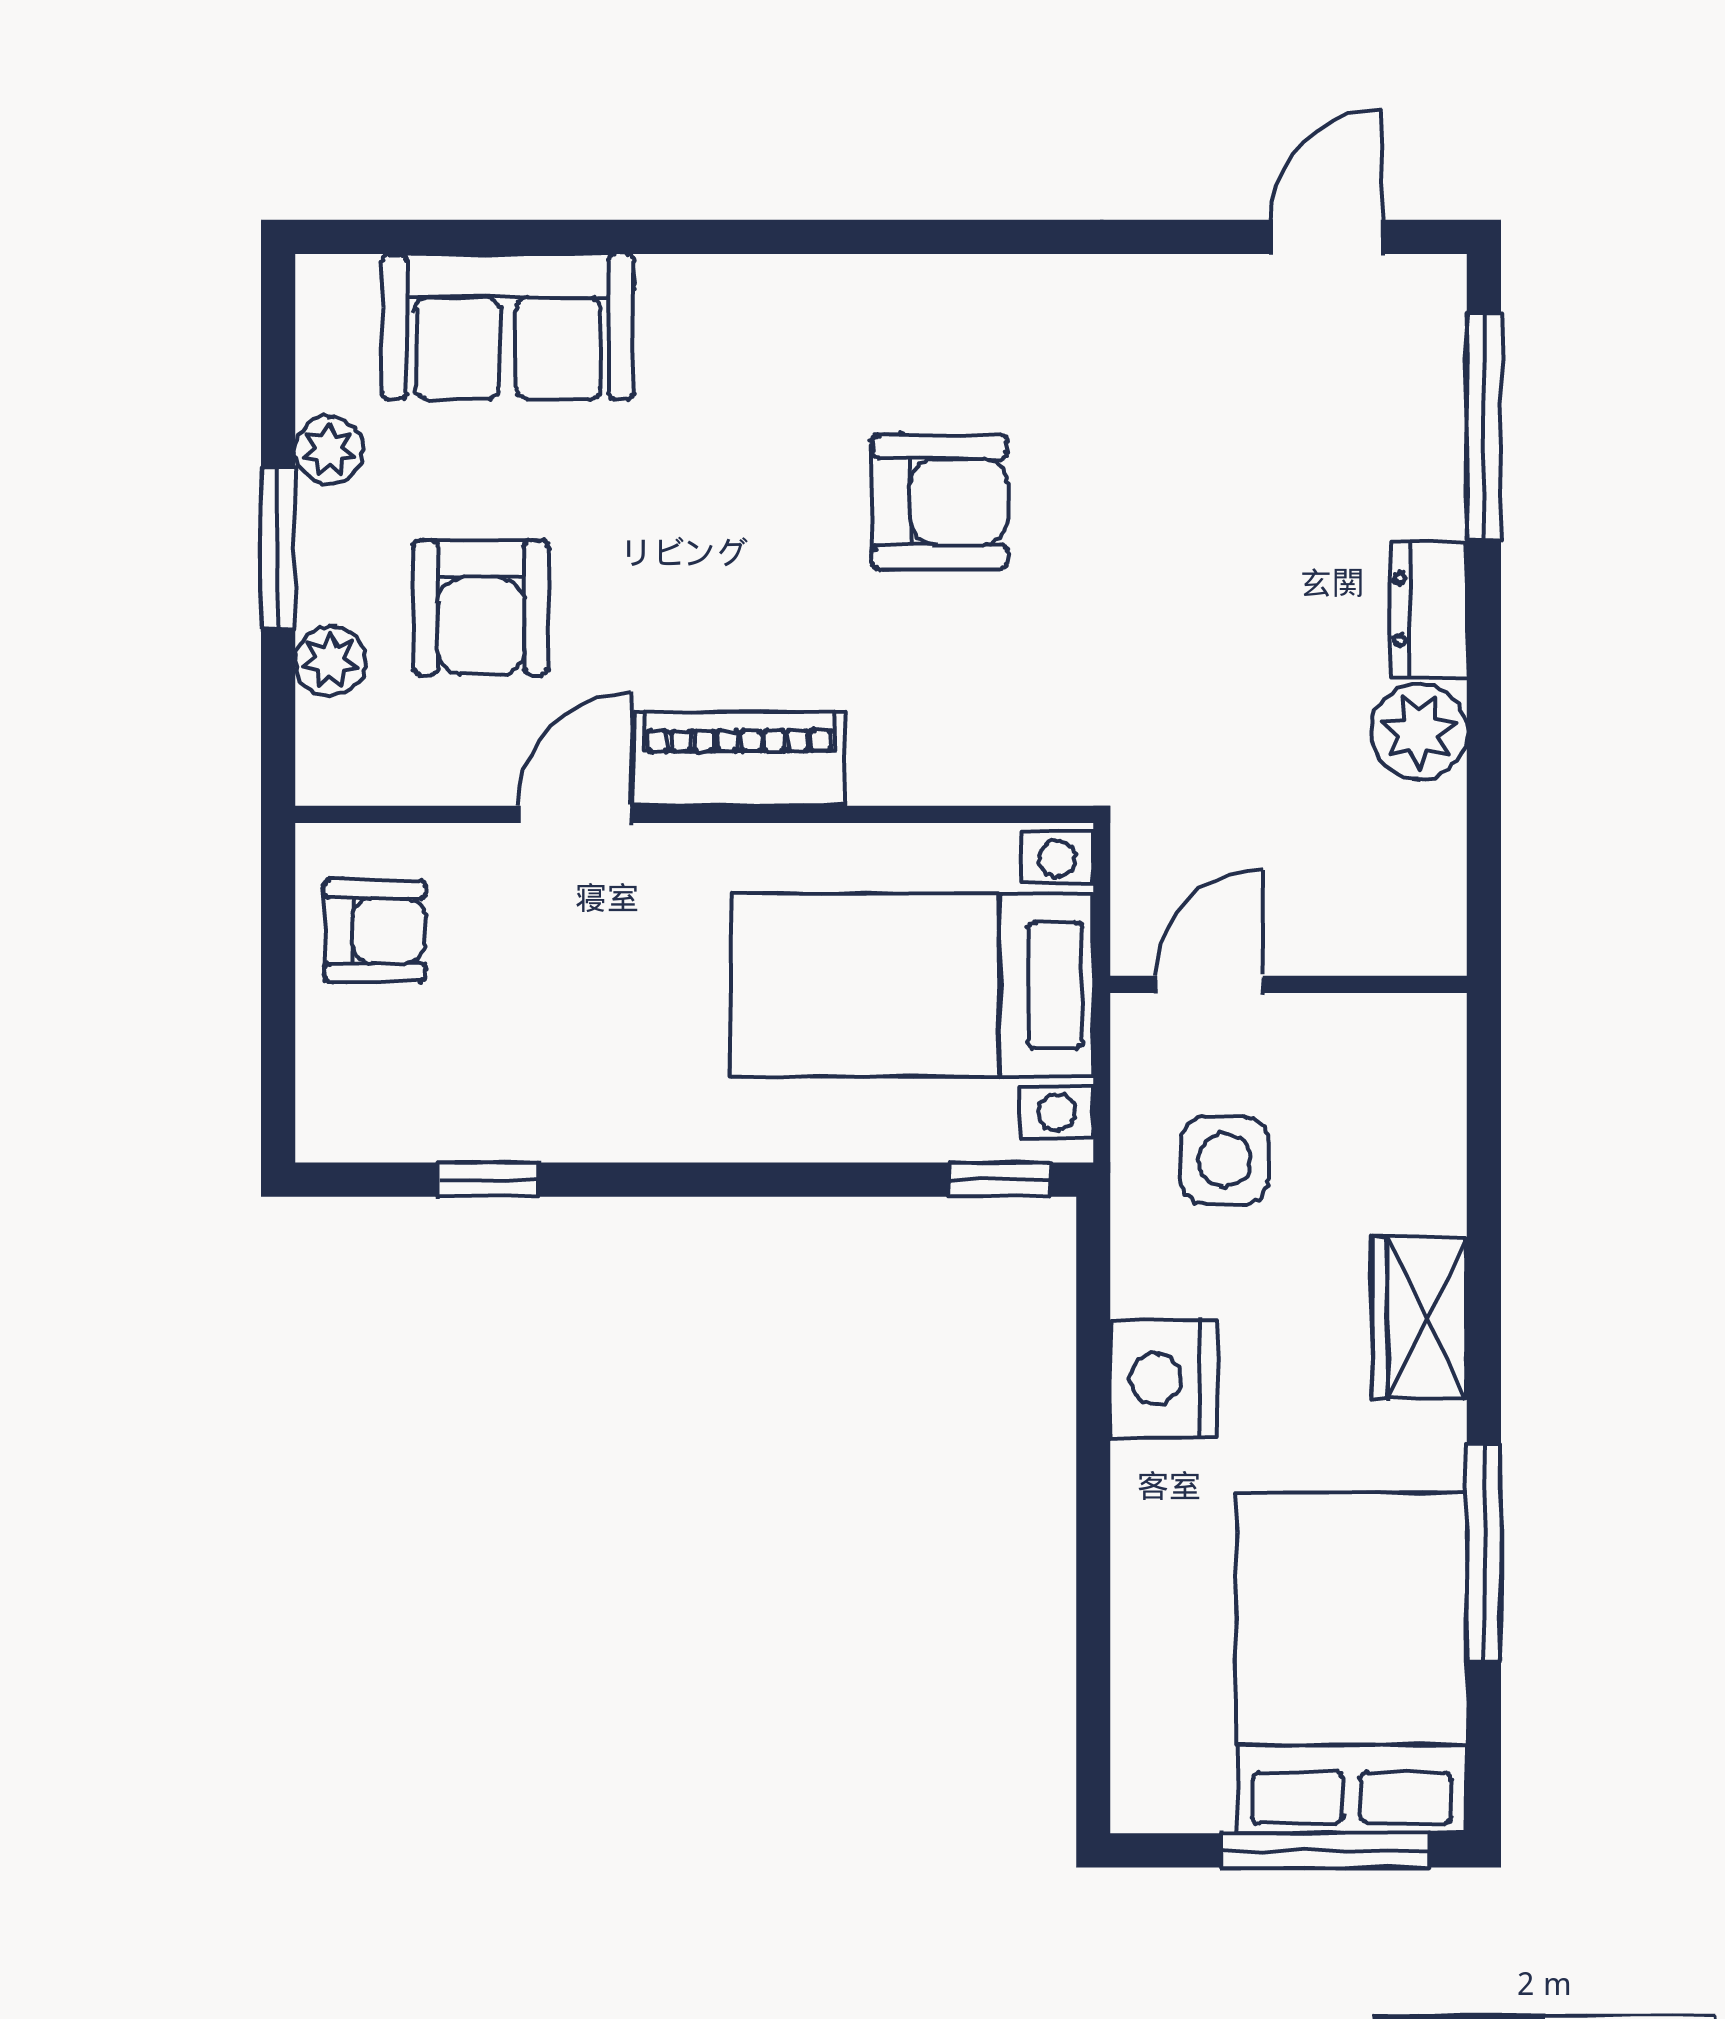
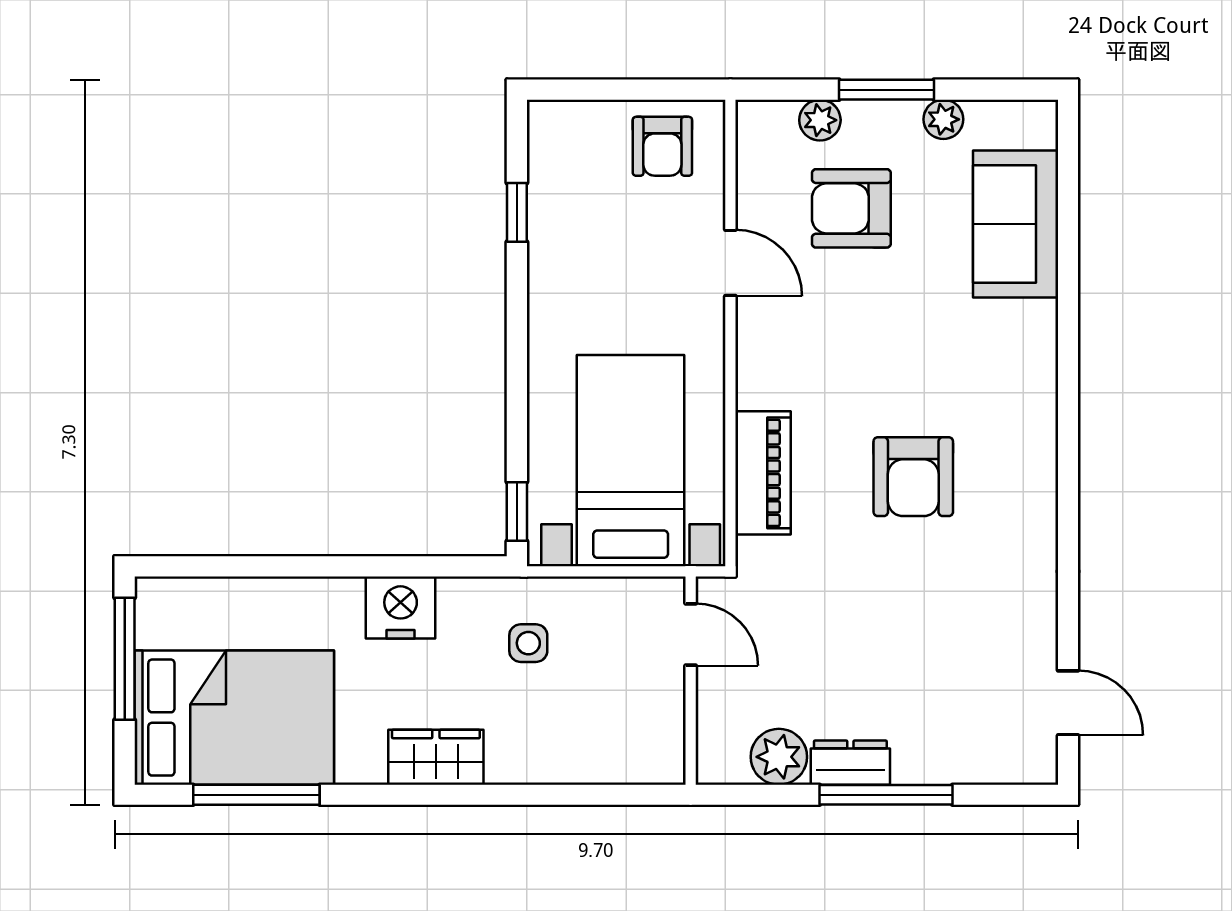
window: (1484, 427) -> (886, 795), moved
piano: (739, 759) -> (763, 473), moved
door: (1210, 984) -> (691, 634), moved
wall: (1289, 984) -> (691, 681), moved
side table: (1225, 1160) -> (528, 643), width x0.73, depth x0.73
window: (1484, 1552) -> (256, 795), moved
window: (1325, 1850) -> (125, 659), moved

